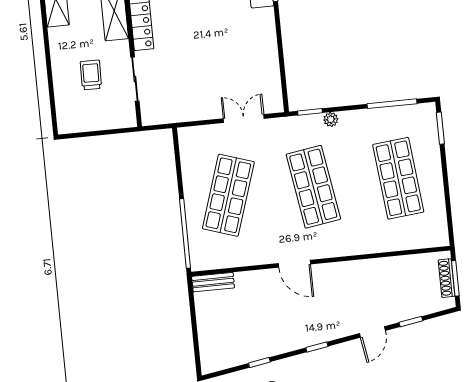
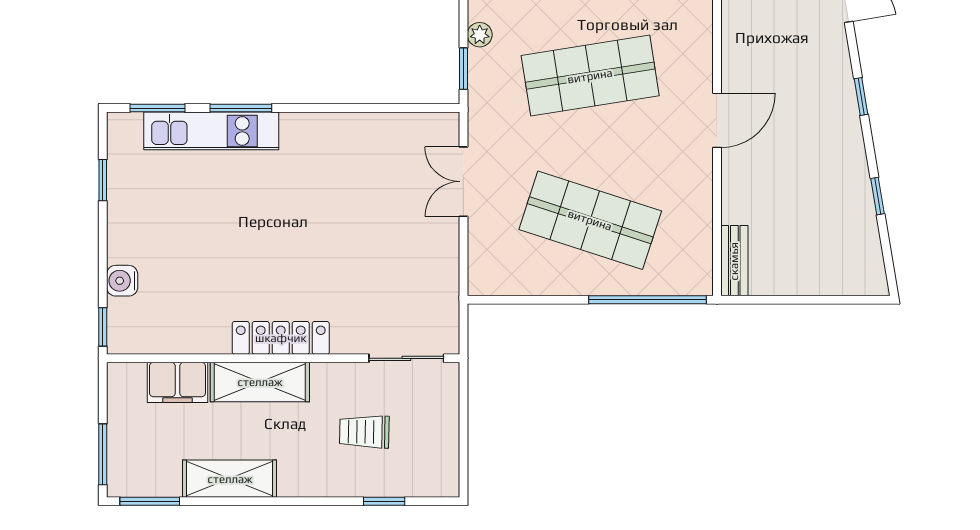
sliding door: (135, 79) -> (406, 358), moved
window: (51, 91) -> (384, 501), added

